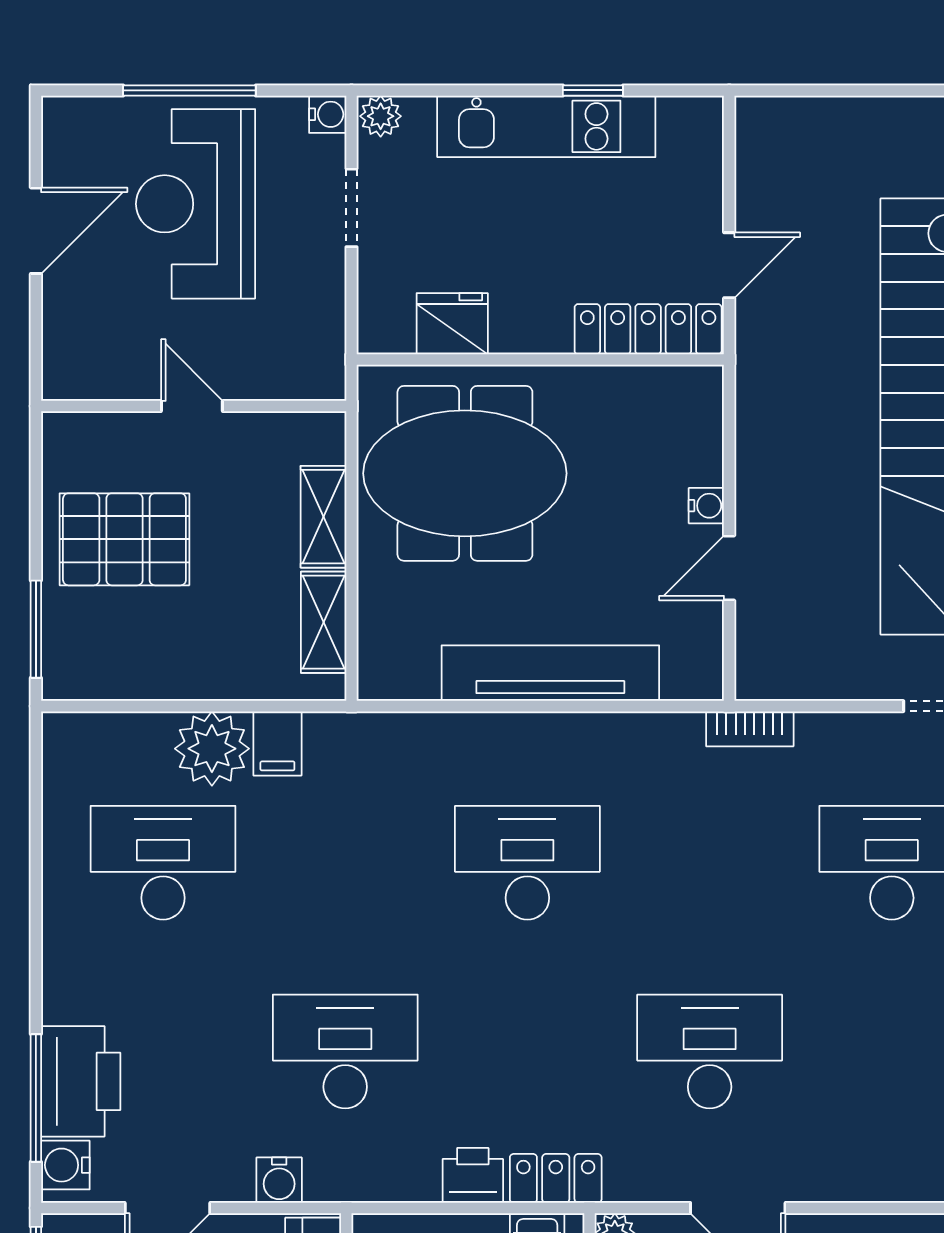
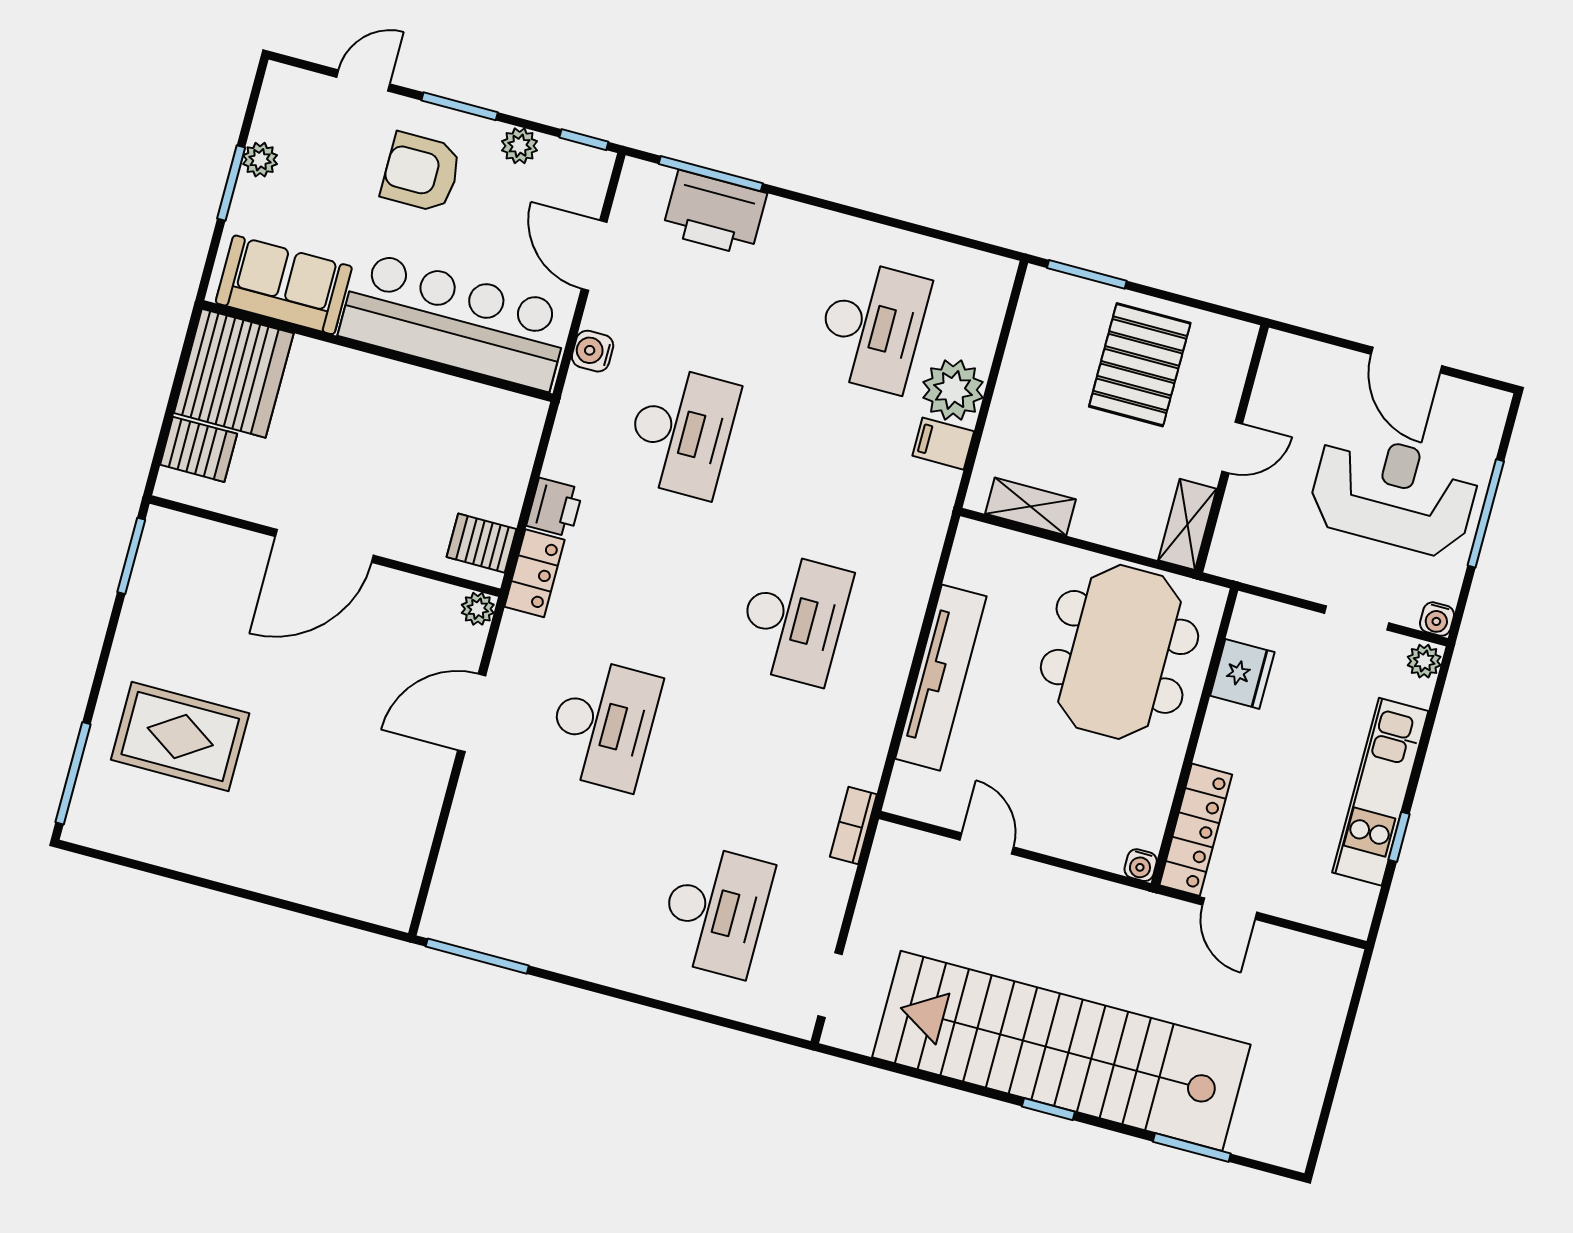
water cooler: (706, 506) -> (1141, 865), moved
shelving: (323, 517) -> (1187, 524), moved, turned 90
water cooler: (65, 1165) -> (651, 183), removed

